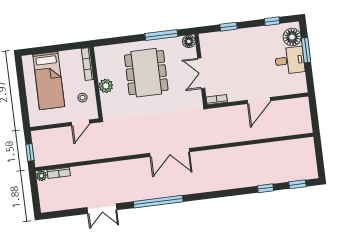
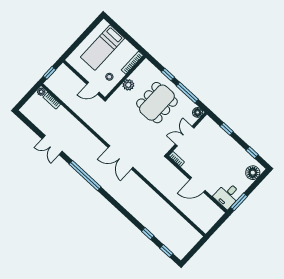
window: (128, 39) -> (168, 74), added
window: (306, 50) -> (239, 202), moved
desk: (290, 60) -> (227, 195), moved, turned 90

